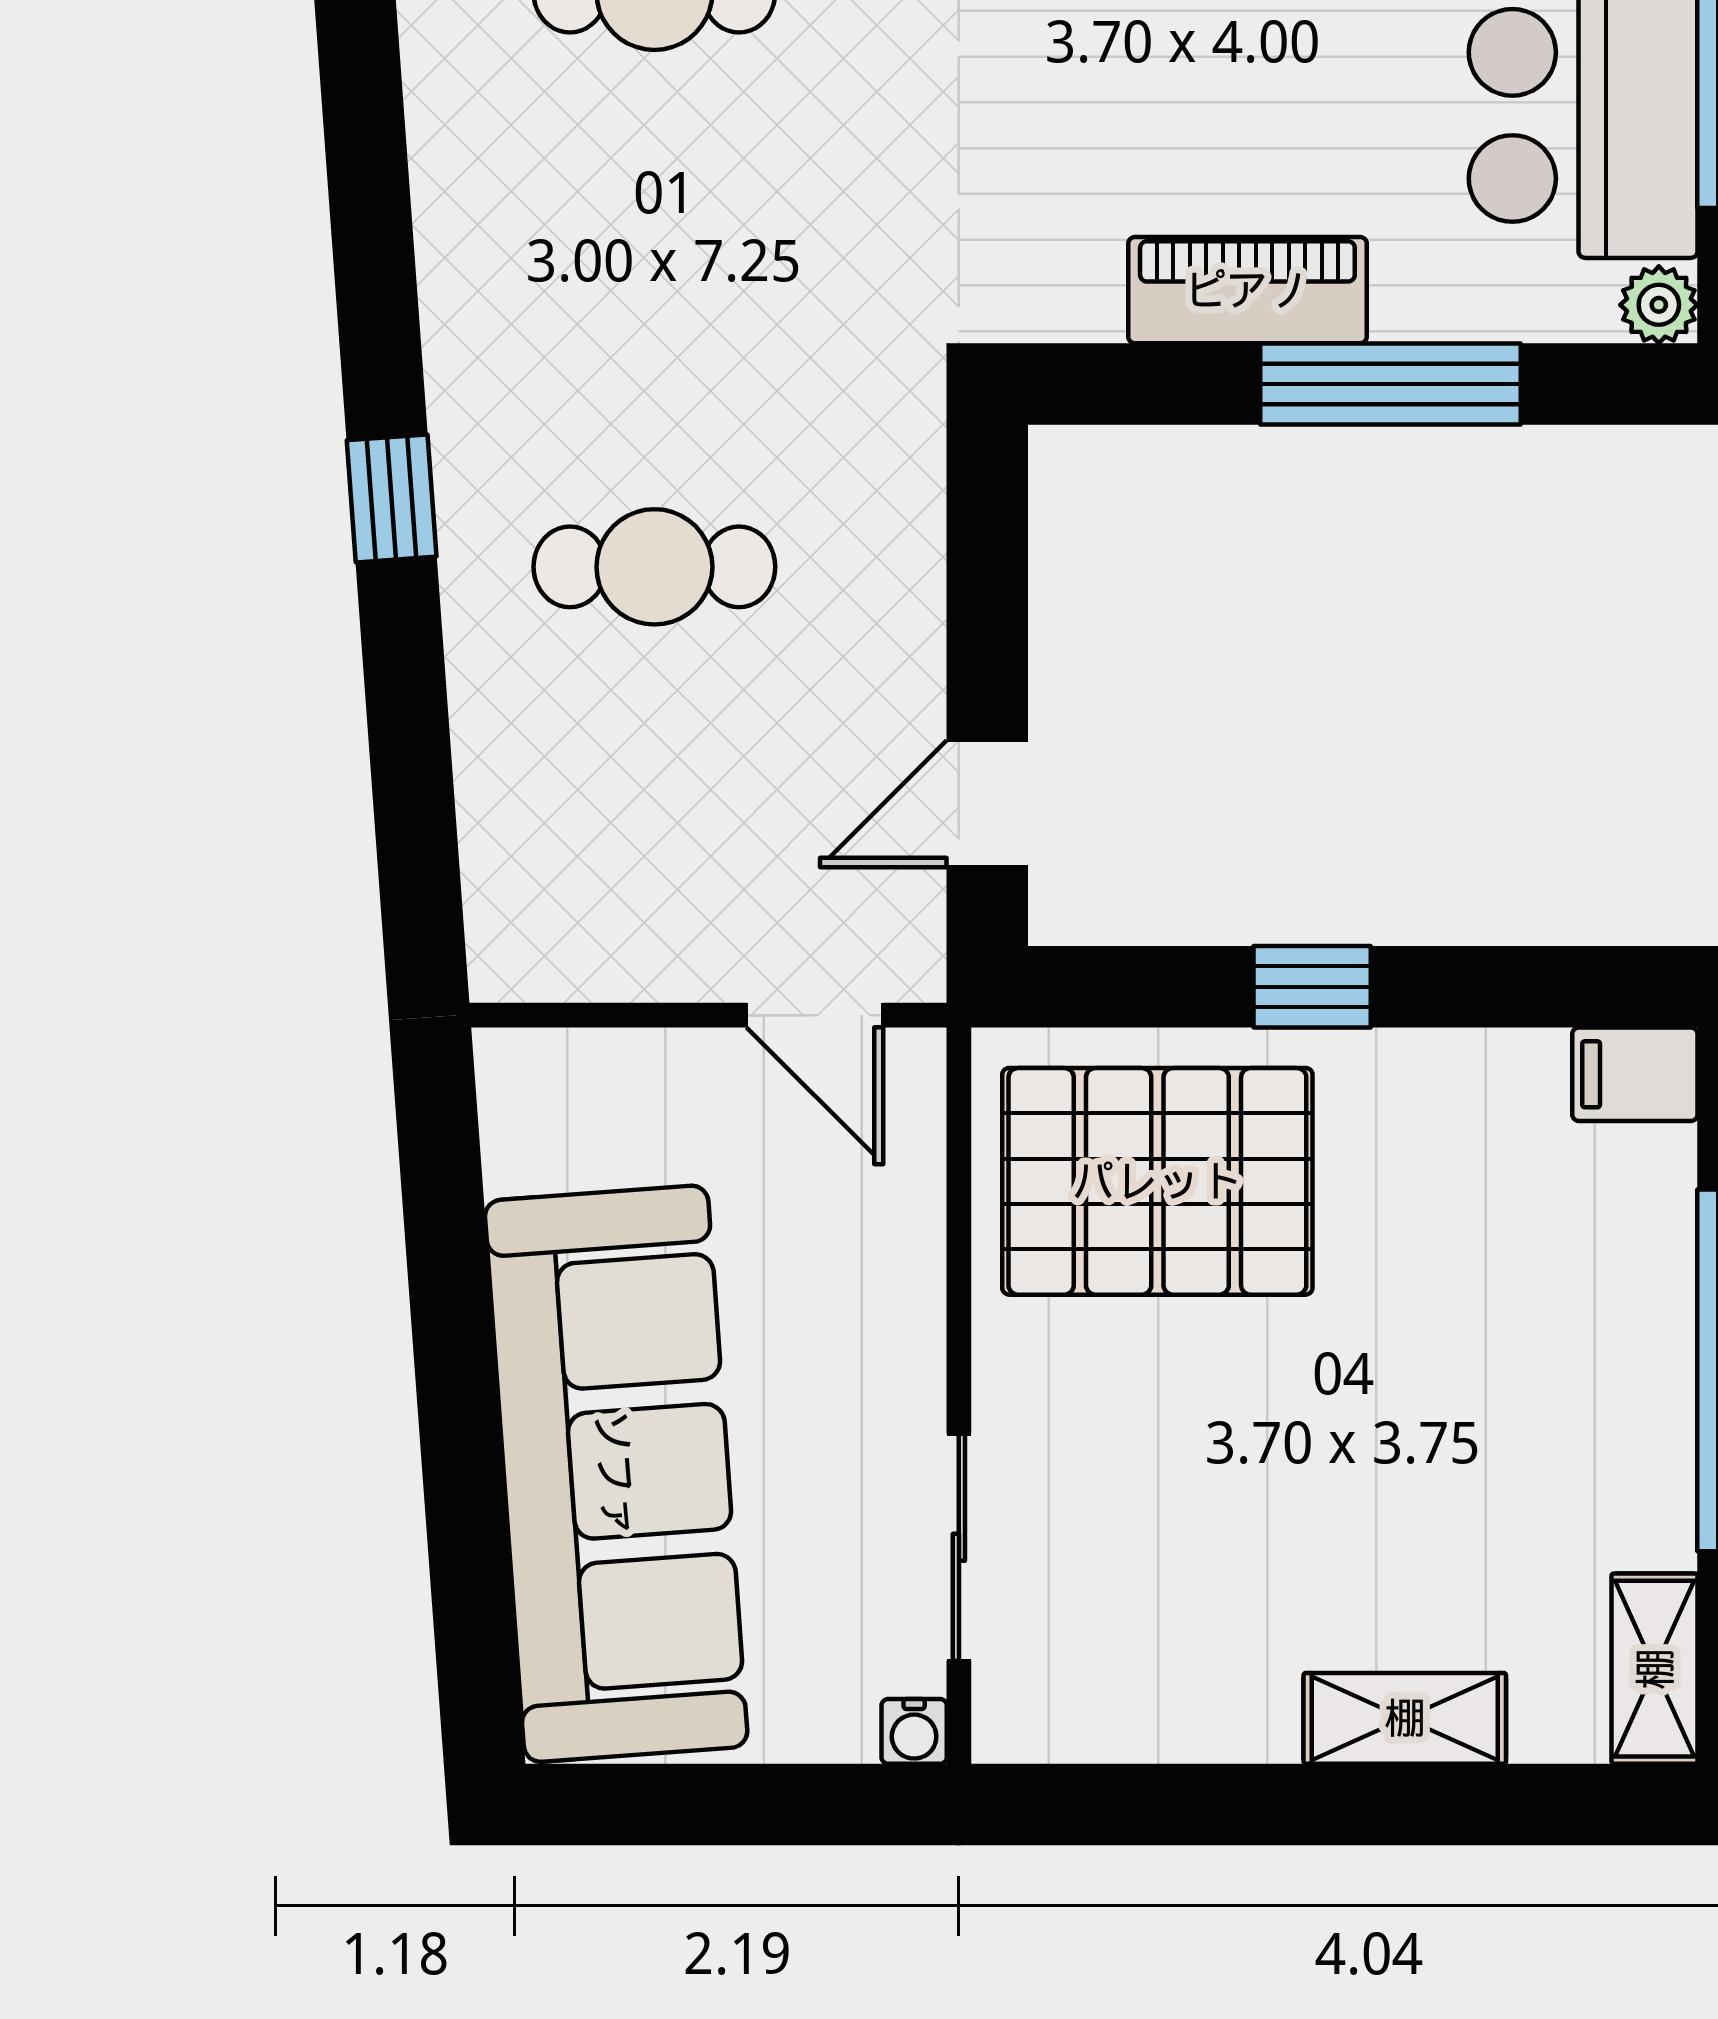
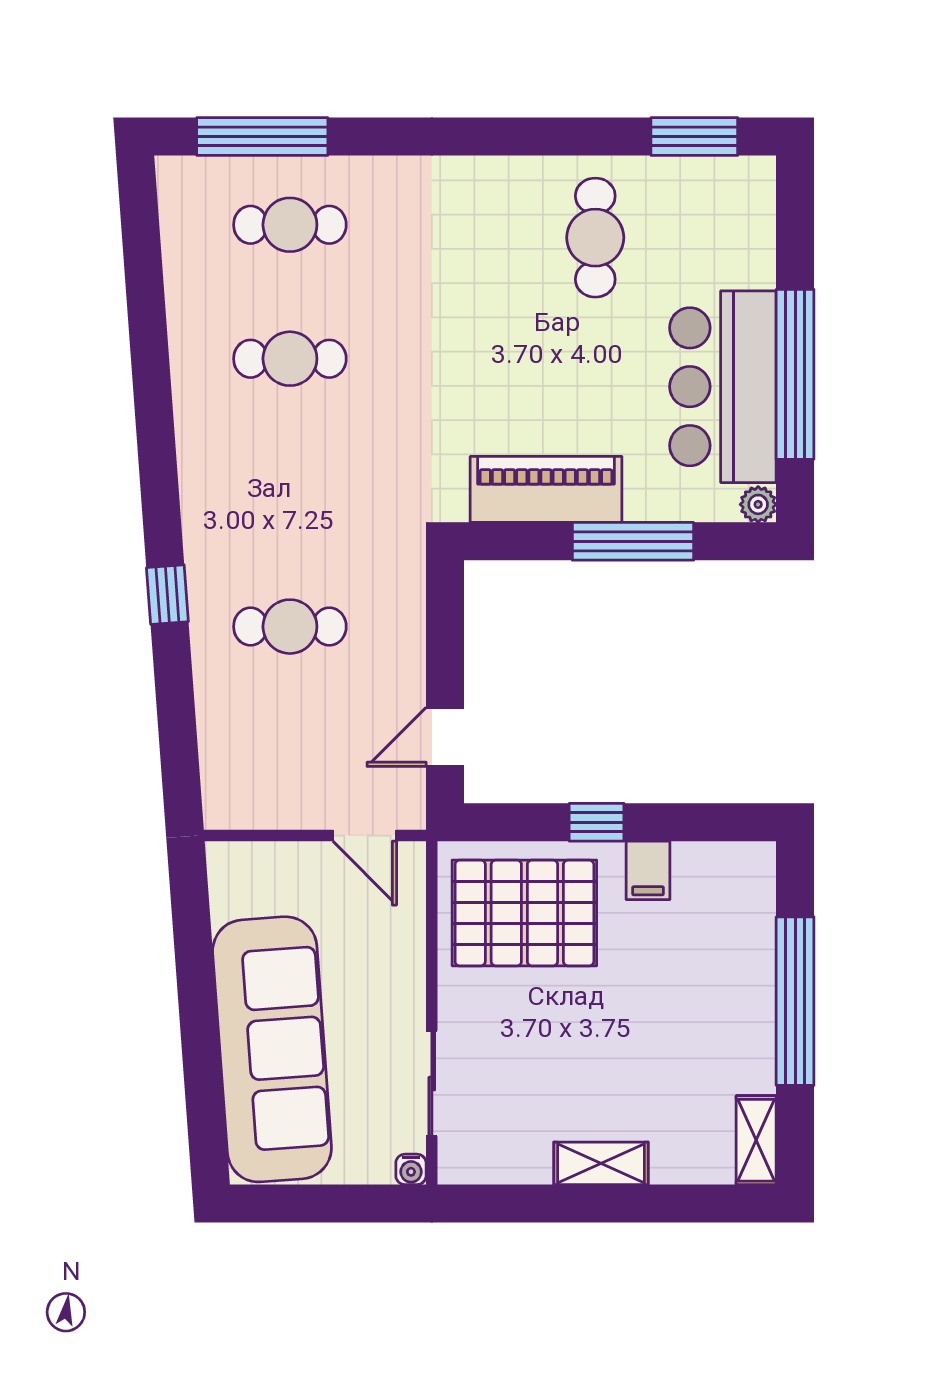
piano: (1247, 290) -> (546, 489), width x1.37, depth x1.33
filing cabinet: (1635, 1074) -> (648, 870), moved, turned -90
shelving: (1405, 1718) -> (601, 1163), moved

